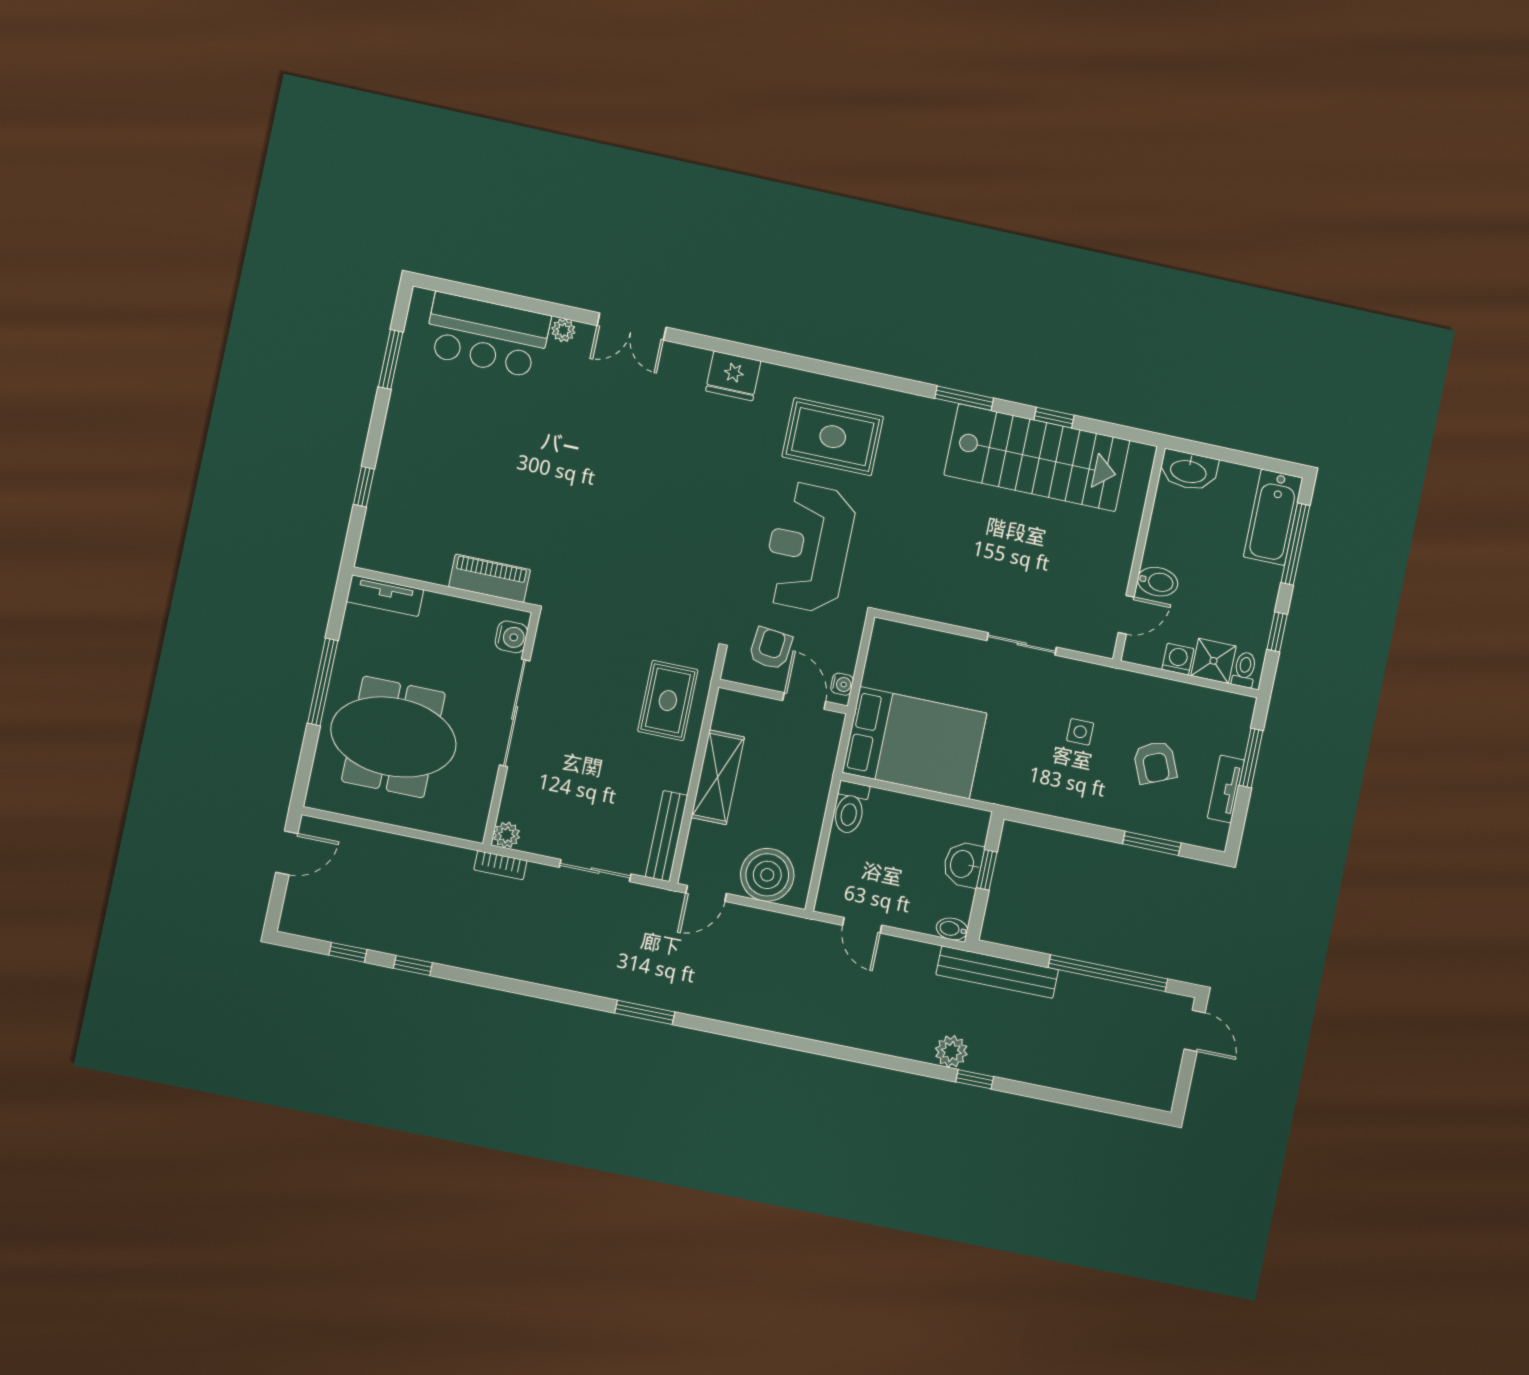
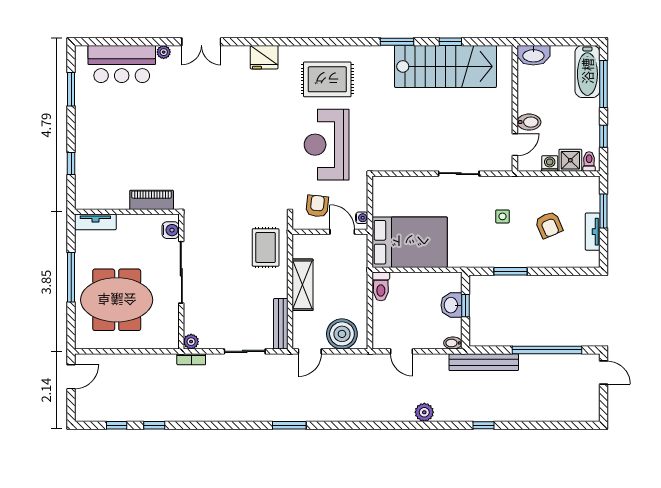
window: (1152, 843) -> (511, 271), moved
plant: (951, 1051) -> (424, 412), moved

